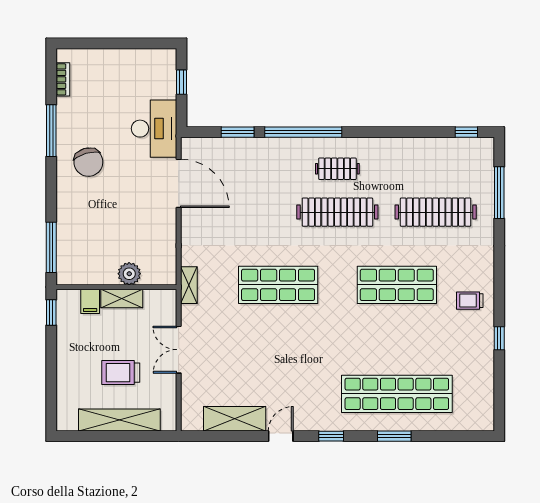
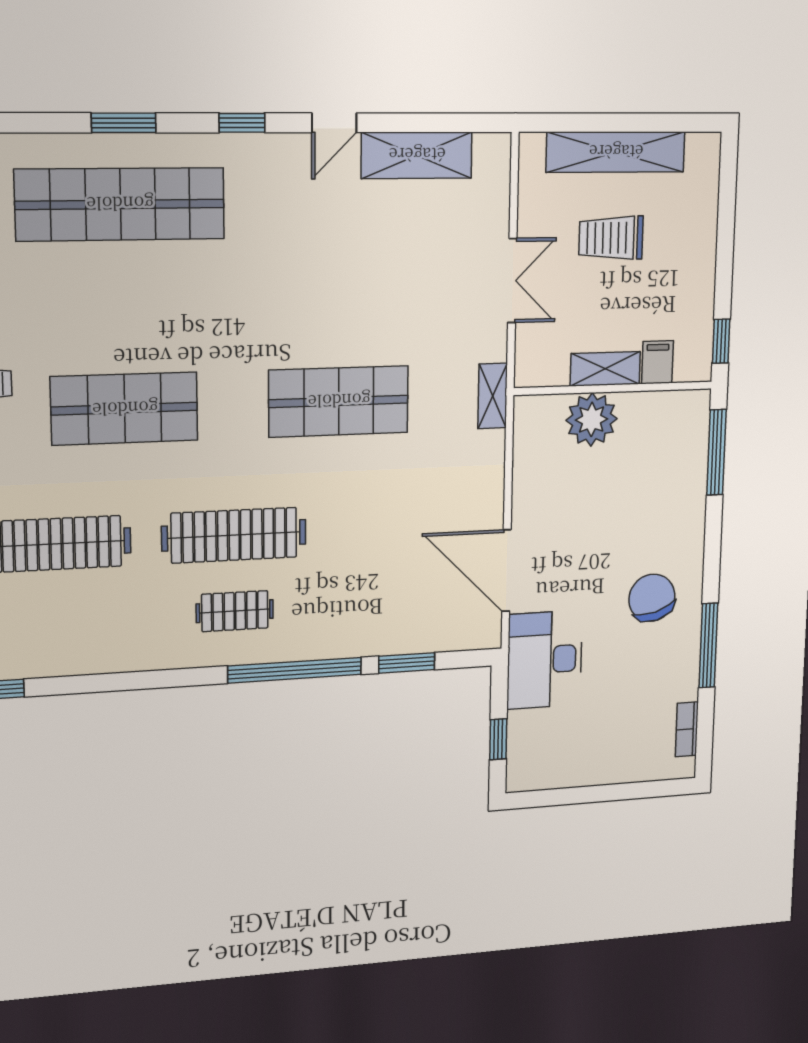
plant: (129, 274) -> (592, 419), width x1.36, depth x1.36
trolley: (121, 373) -> (611, 238), turned 180

